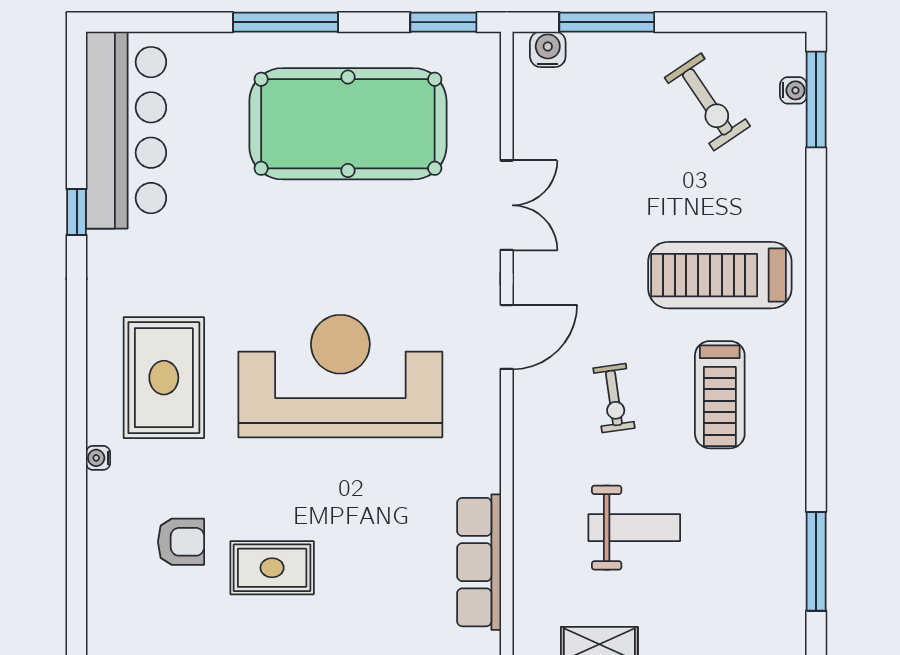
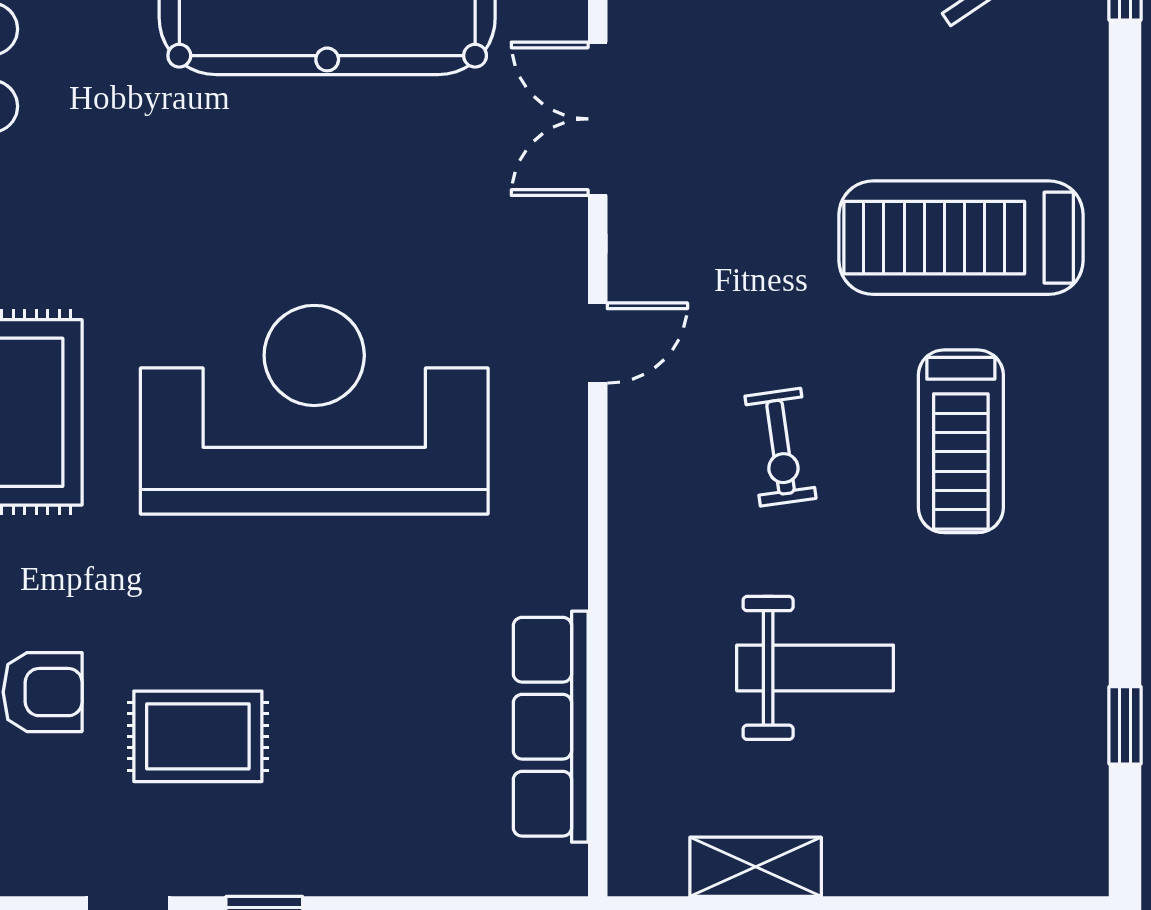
double door: (507, 205) -> (598, 119), swing flipped
door: (507, 337) -> (598, 343), width x0.73
window: (816, 561) -> (1125, 725), width x0.46

